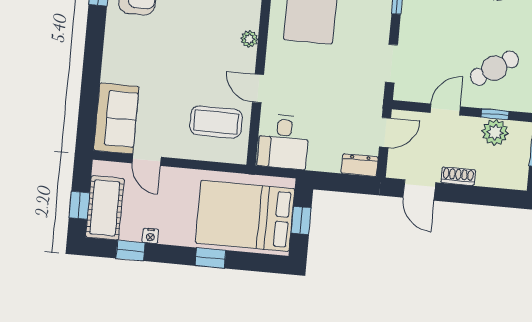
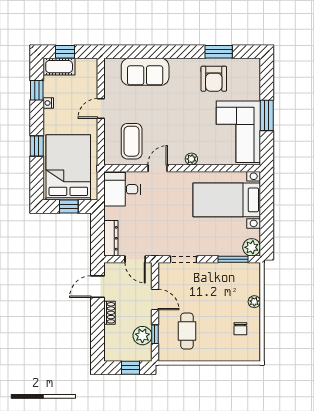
cafe table: (494, 68) -> (187, 331), turned 34
sofa: (116, 118) -> (145, 72), moved
door: (147, 160) -> (101, 108), moved
dresser: (360, 165) -> (111, 238), width x1.44
cot: (105, 208) -> (59, 67), width x0.73, depth x0.75

